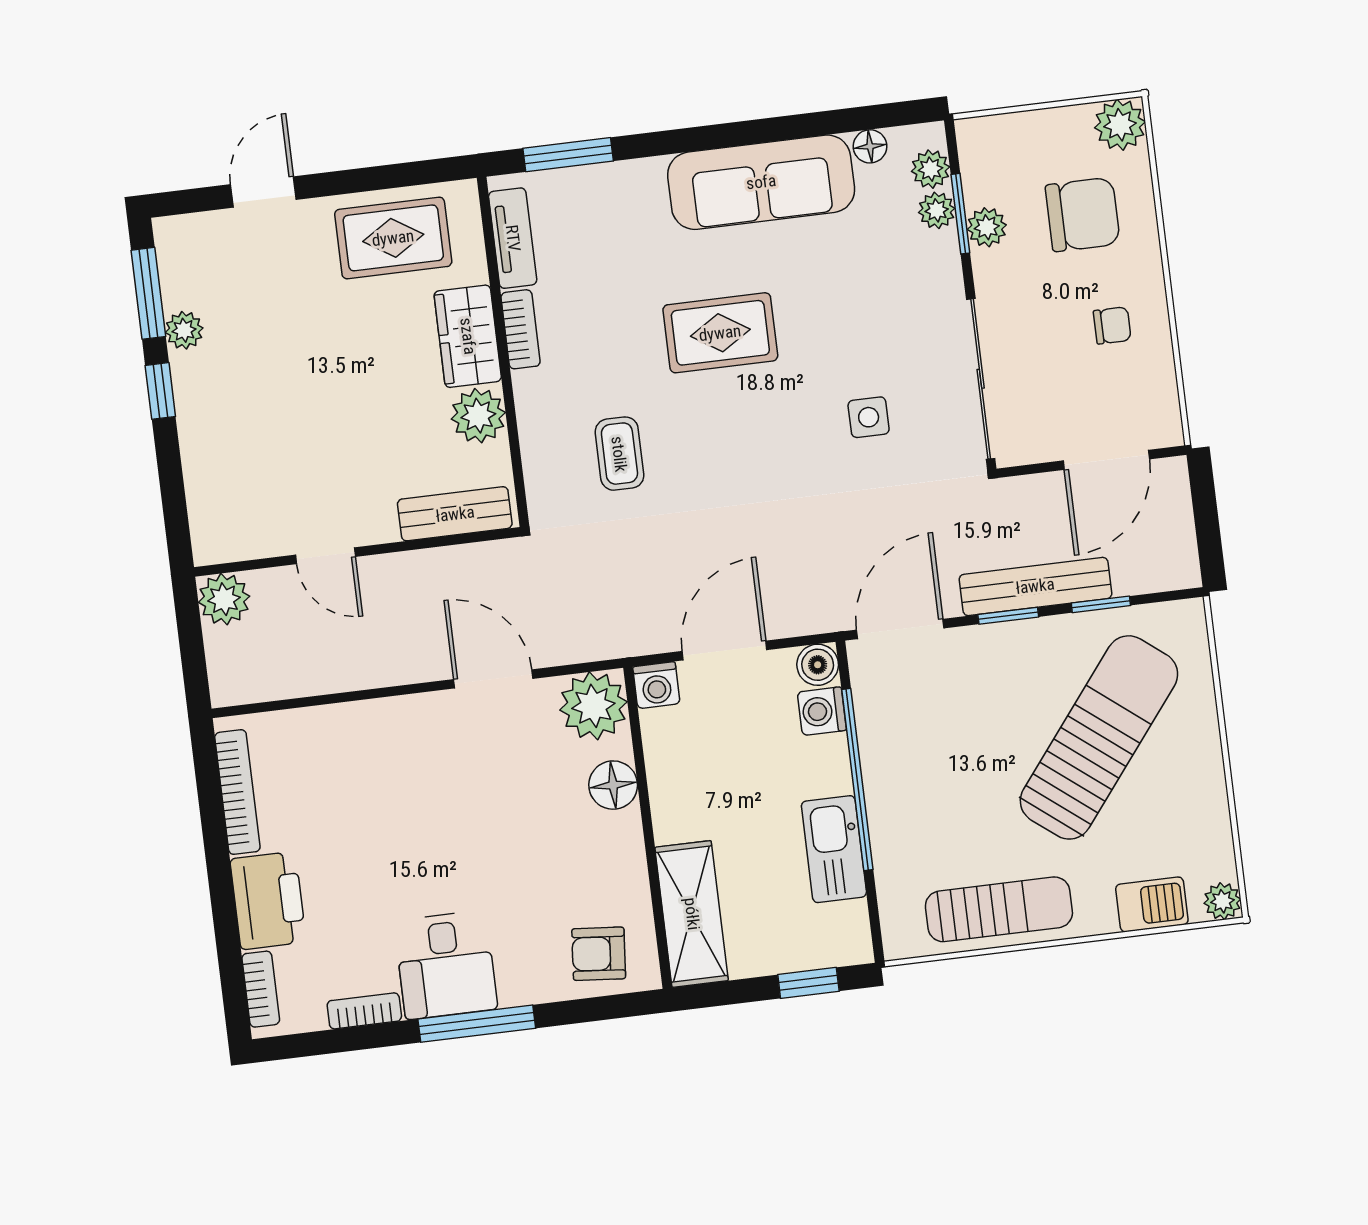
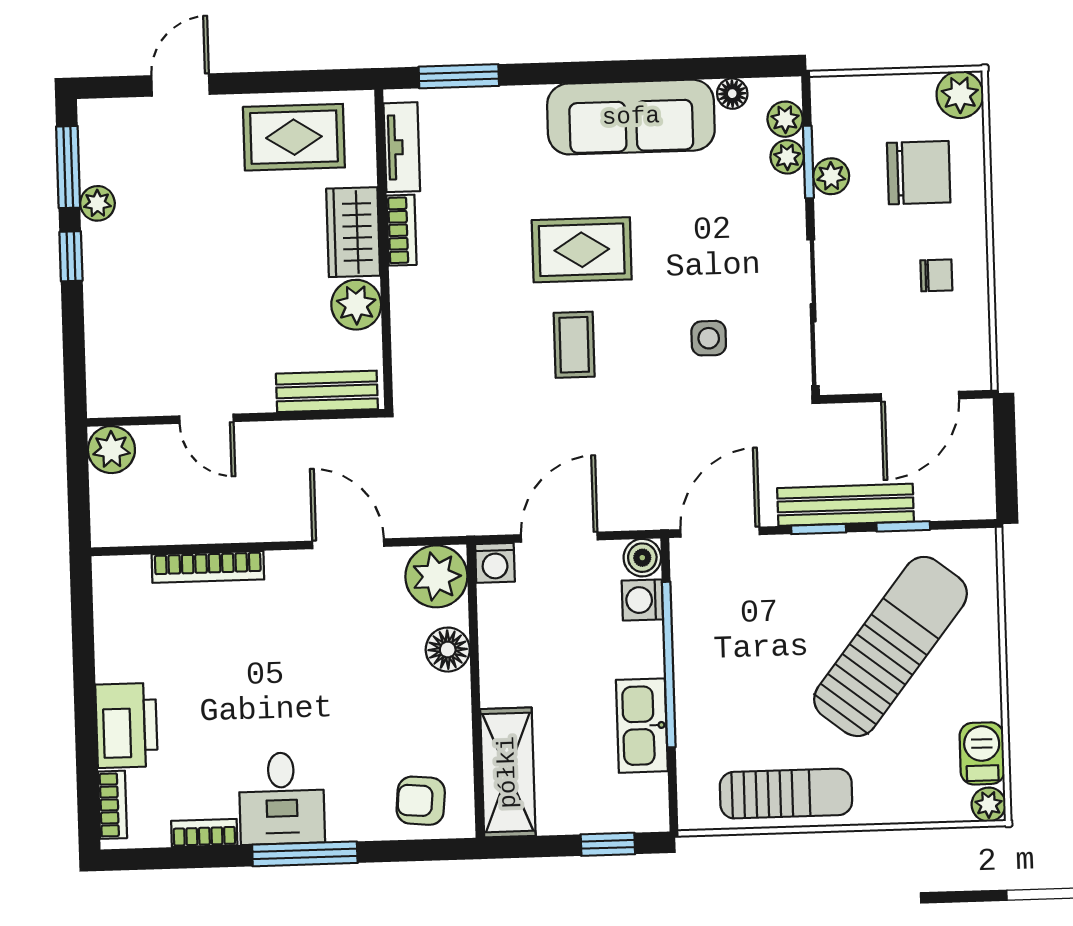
coffee table: (619, 454) -> (574, 345), moved
bookcase: (237, 792) -> (208, 567), moved, turned 90
barbecue: (1152, 904) -> (982, 753), moved, turned -90

